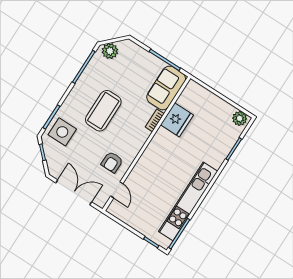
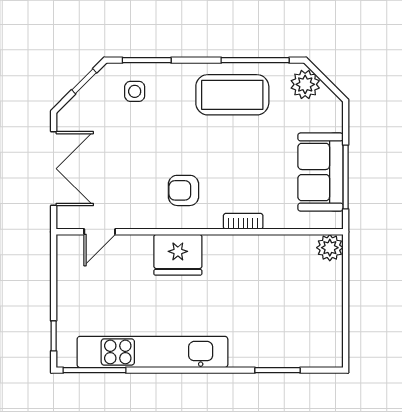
sofa: (166, 88) -> (321, 172), moved, turned -90
coffee table: (103, 111) -> (232, 95), moved
plant: (240, 118) -> (330, 248), moved
fridge: (177, 120) -> (178, 255), moved
side table: (62, 132) -> (135, 91), width x0.54, depth x0.54
armchair: (112, 162) -> (183, 190), moved

